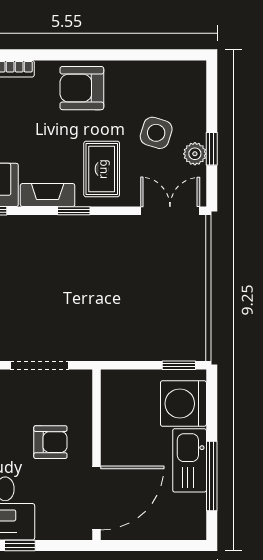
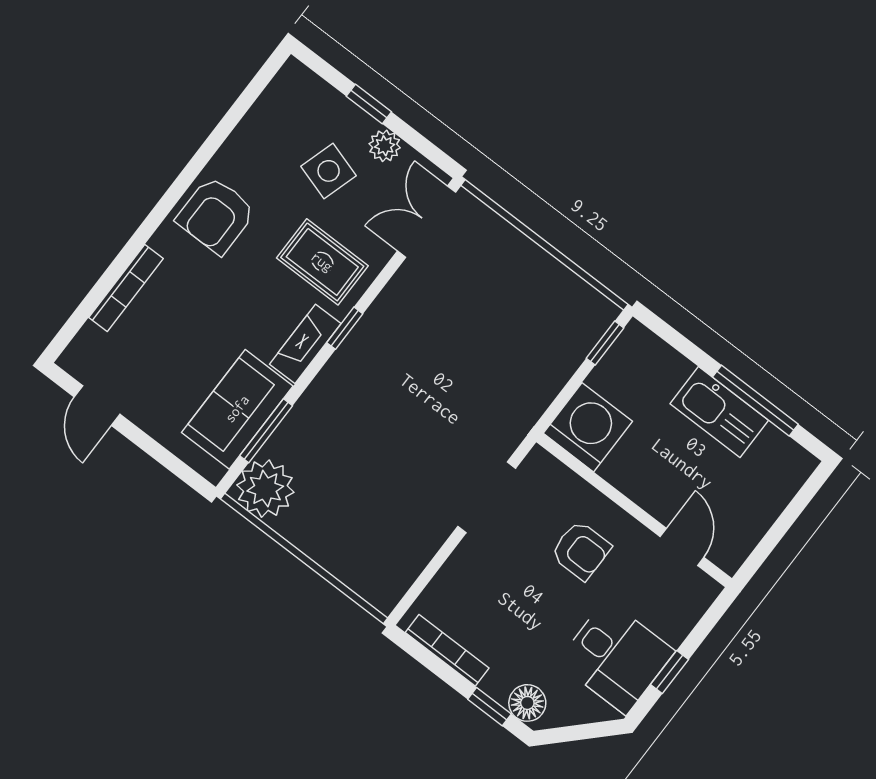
window: (212, 149) -> (369, 104), moved
washing machine: (183, 404) -> (588, 427), moved, turned 180
armchair: (50, 442) -> (581, 550), turned 90
door: (96, 498) -> (682, 547), width x0.53

